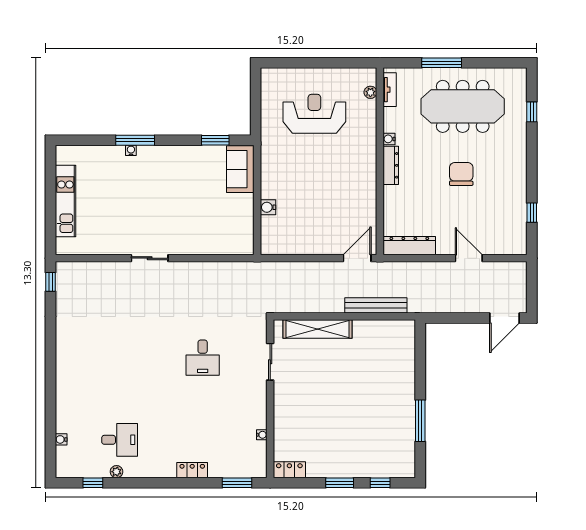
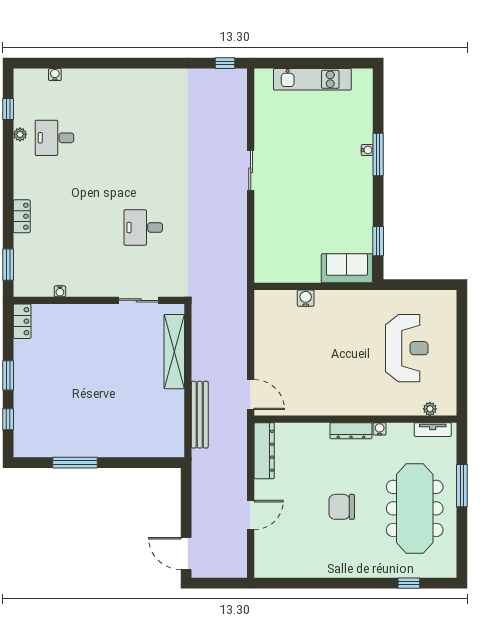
chair: (461, 174) -> (342, 507), turned 180
window: (532, 213) -> (300, 583), removed
desk: (120, 440) -> (54, 138), turned 90

